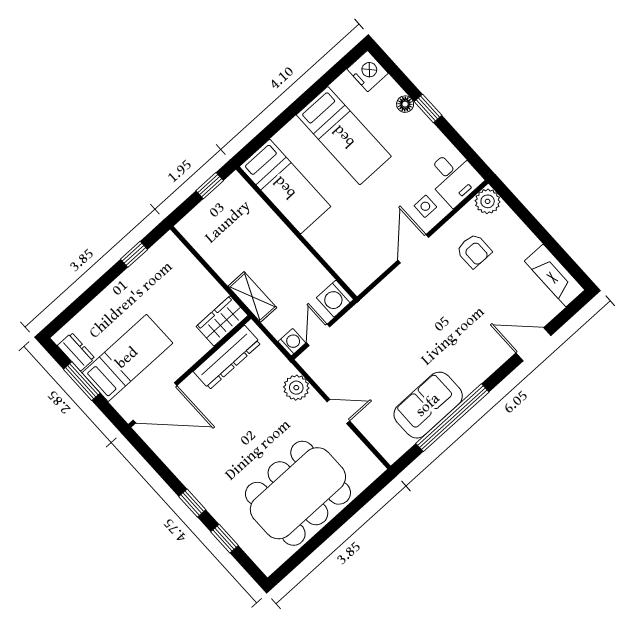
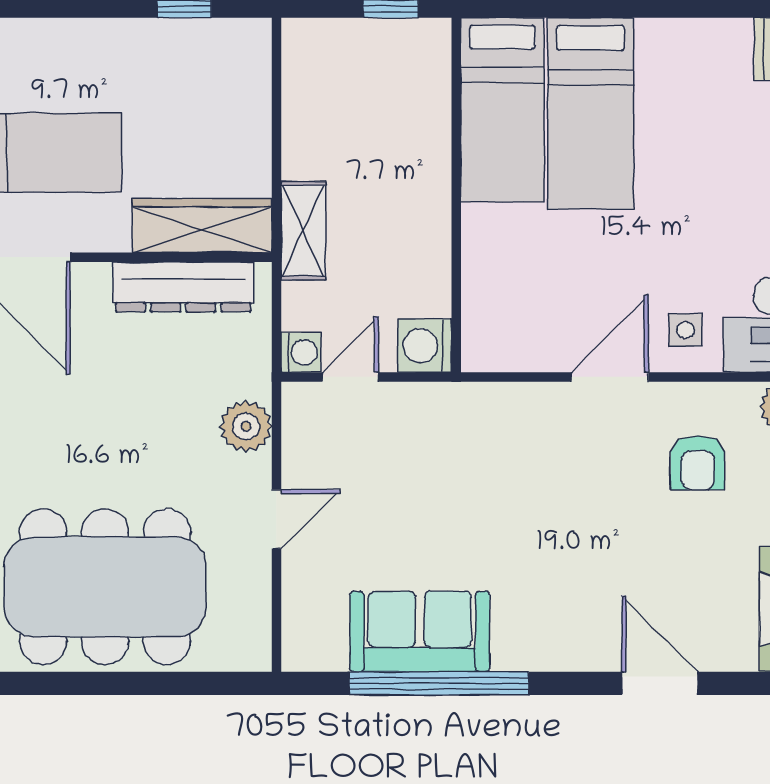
bed: (344, 136) -> (591, 113), moved
wardrobe: (222, 321) -> (202, 226), width x1.50
door: (338, 411) -> (277, 519), hinge flipped

